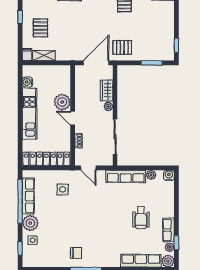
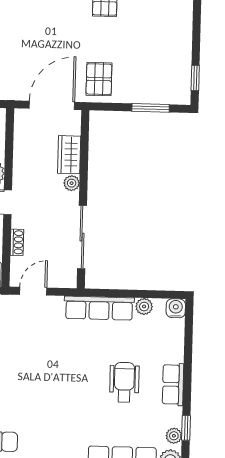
pallet: (122, 47) -> (99, 79), turned 90
door: (88, 168) -> (33, 291), swing flipped
wheelchair: (141, 218) -> (124, 382), turned 180
row of seats: (168, 230) -> (173, 384), moved

